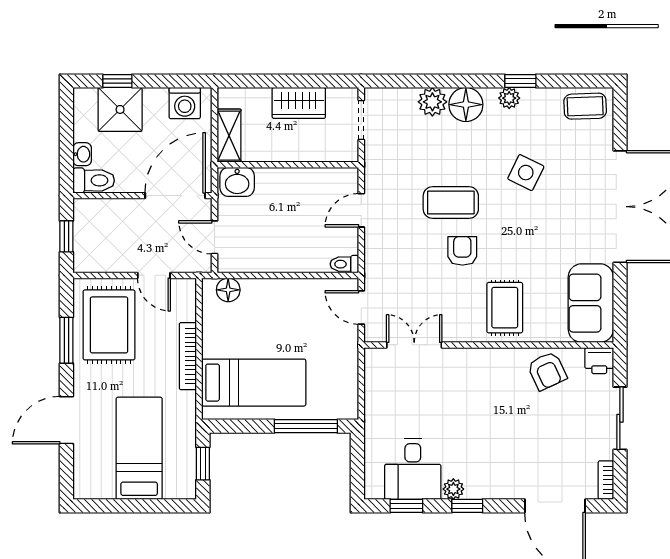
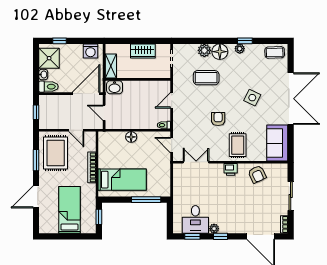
shower: (120, 109) -> (49, 58), moved
side table: (526, 173) -> (252, 98), moved
coffee table: (451, 203) -> (206, 78), moved
floor lamp: (228, 290) -> (131, 137), moved
printer: (599, 361) -> (231, 169), moved

